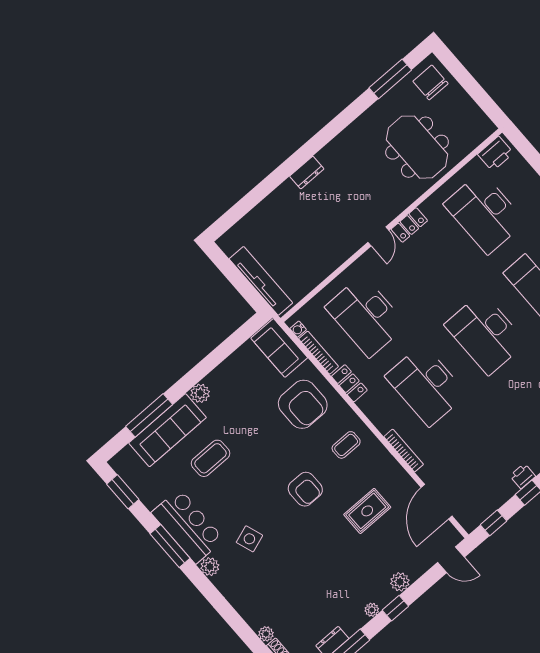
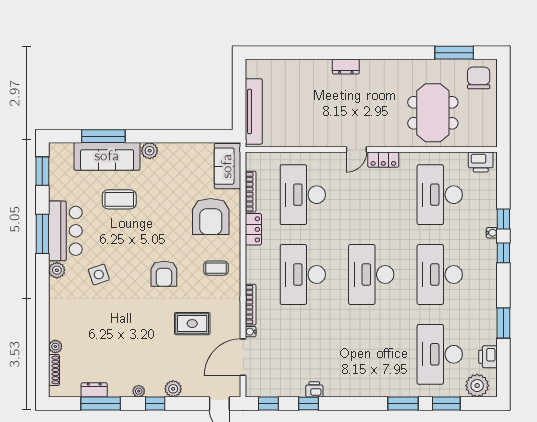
water cooler: (298, 329) -> (251, 332), moved

